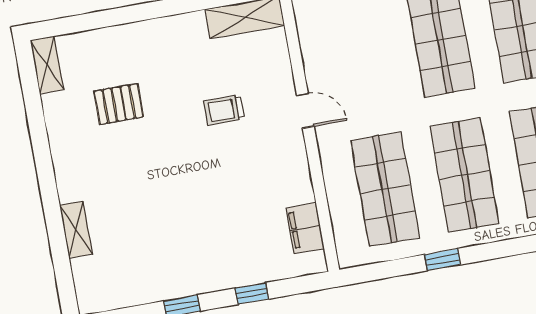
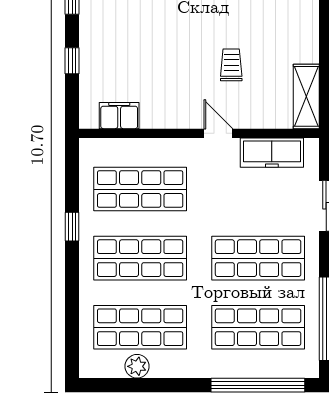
freezer: (316, 45) -> (272, 153), added
door: (305, 111) -> (218, 133), swing flipped

